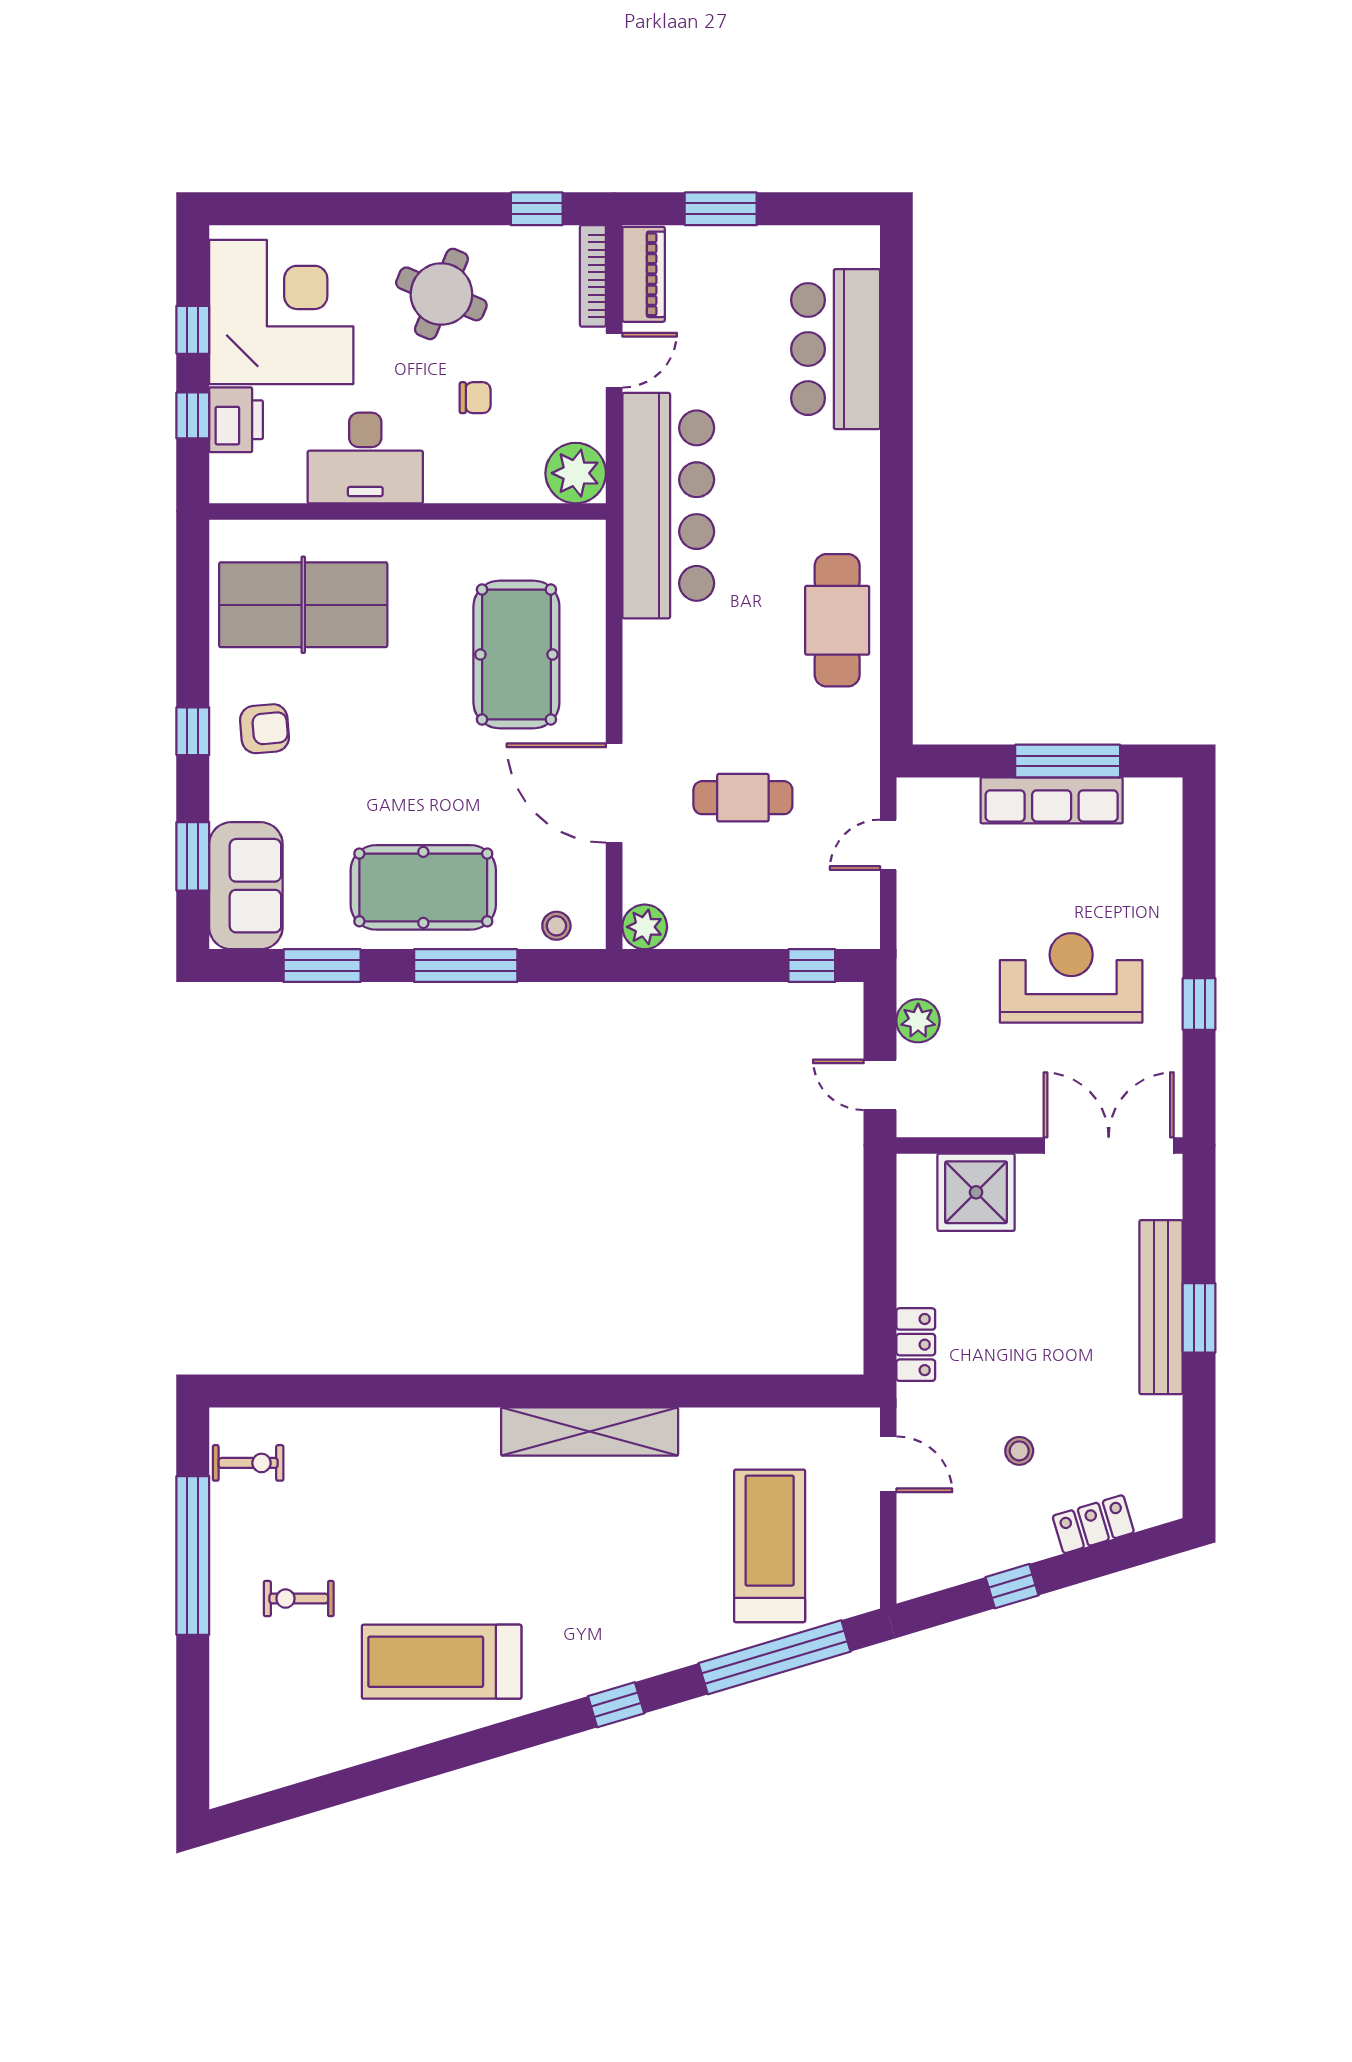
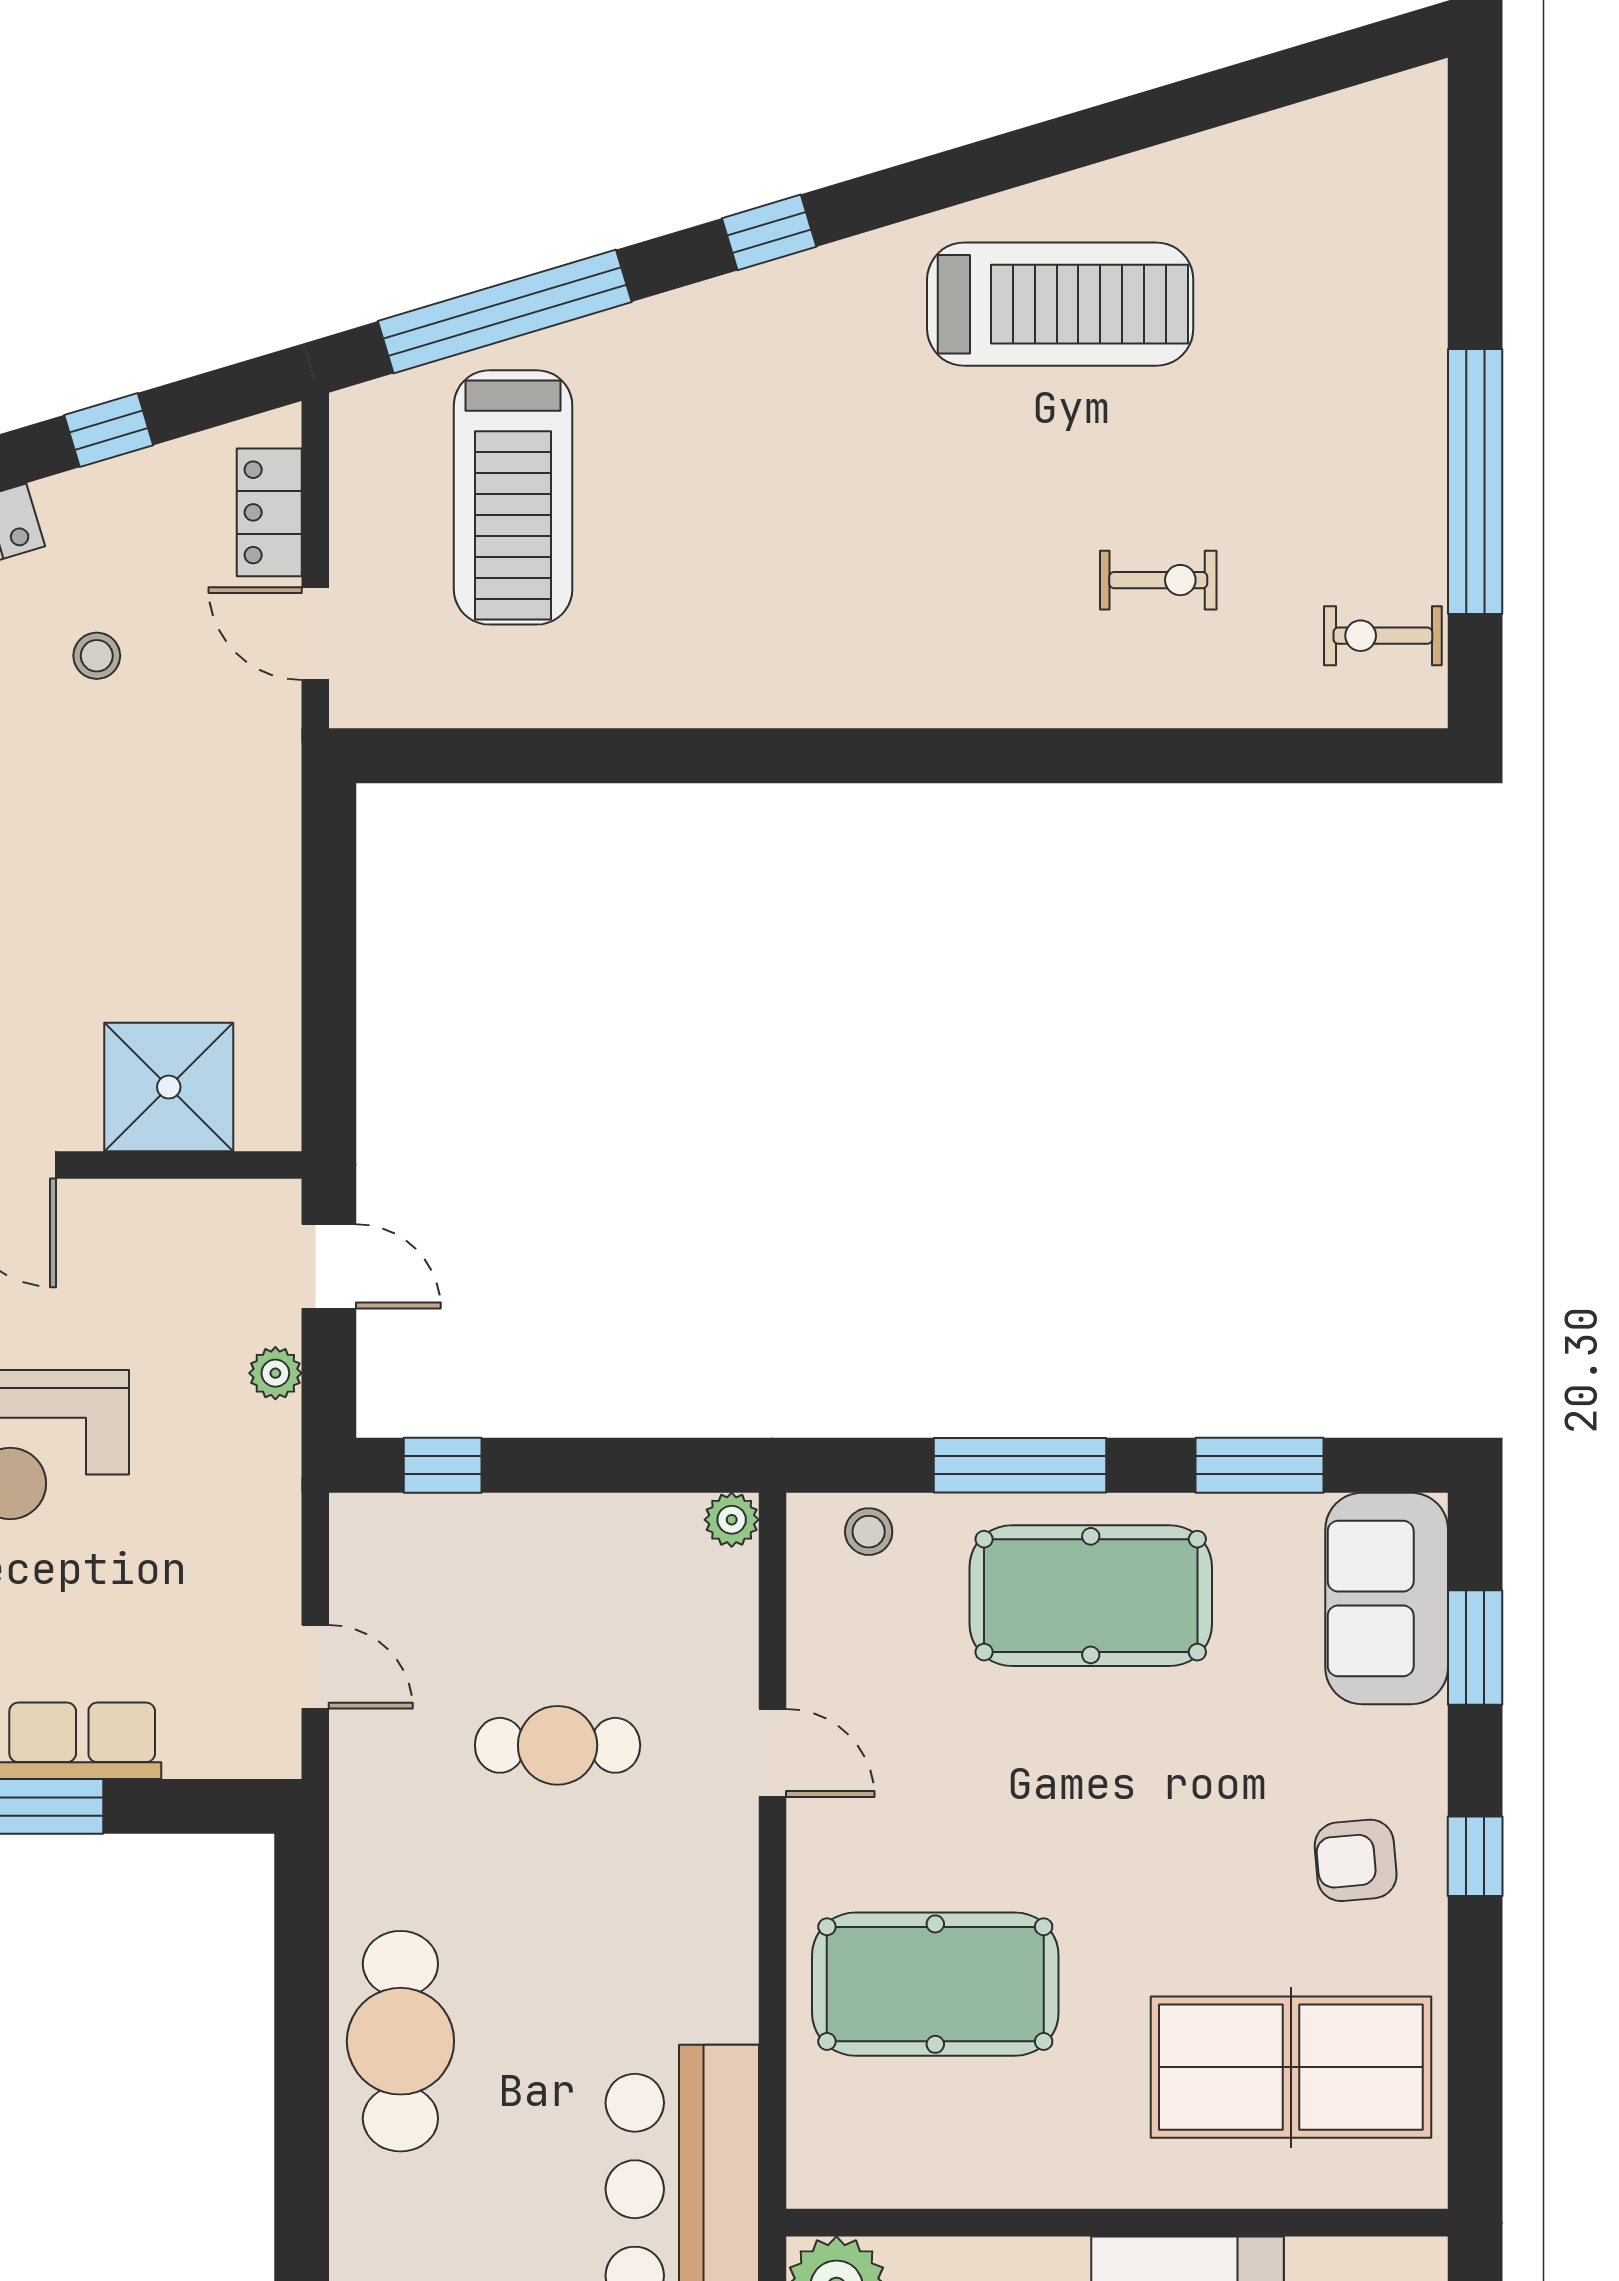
pool table: (516, 654) -> (935, 1984), turned 90
door: (614, 793) -> (772, 1753), width x0.53
door: (888, 845) -> (315, 1667), hinge flipped
plant: (645, 927) -> (732, 1520), width x0.73, depth x0.73
plant: (918, 1021) -> (275, 1373), width x0.73, depth x0.73
locker: (916, 1345) -> (269, 512), moved
shelving: (590, 1431) -> (813, 688), removed
exercise bike: (299, 1599) -> (1158, 580), moved

